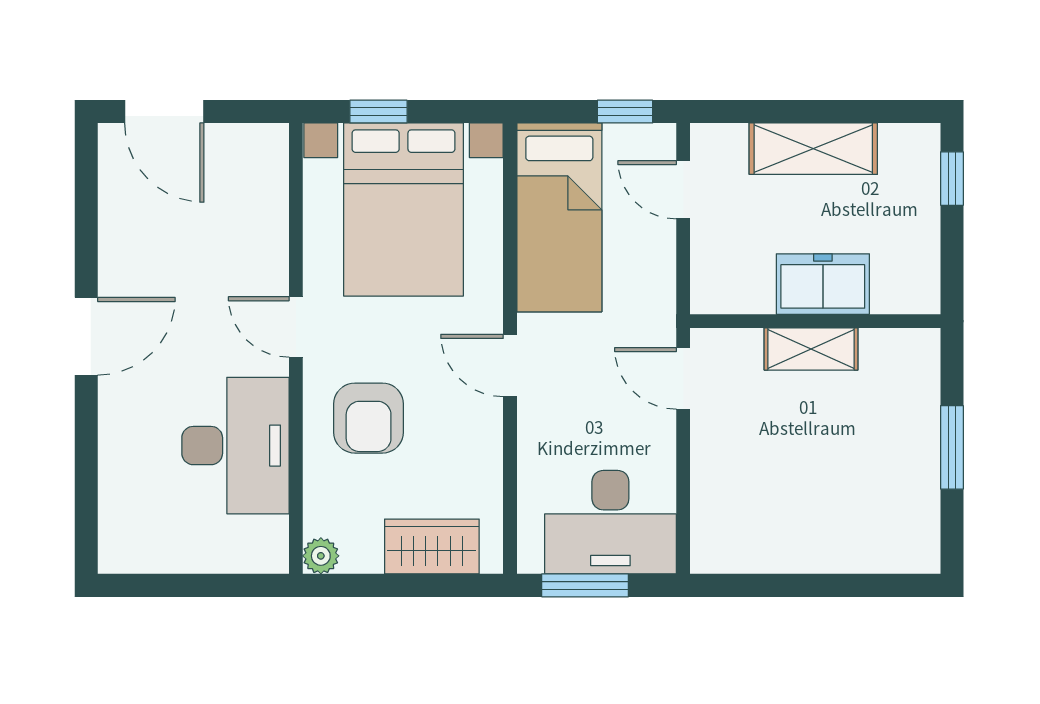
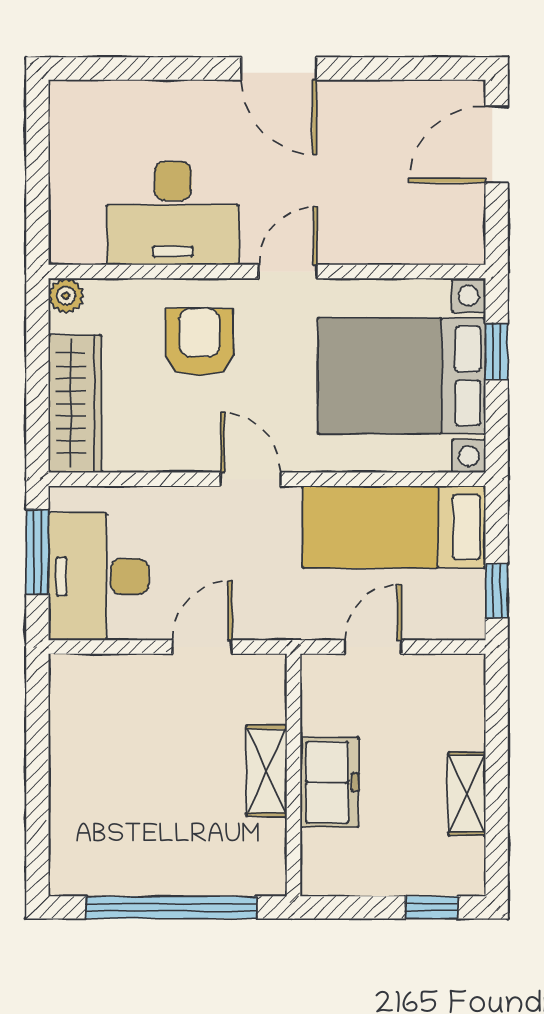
shelving: (813, 149) -> (467, 794), width x0.67, depth x0.75
door: (683, 190) -> (373, 647), moved
door: (510, 365) -> (250, 479), hinge flipped
door: (683, 378) -> (202, 647), moved
armchair: (369, 418) -> (200, 342), turned 90
window: (952, 447) -> (171, 907), width x2.11
wardrobe: (432, 547) -> (75, 403), width x1.50

